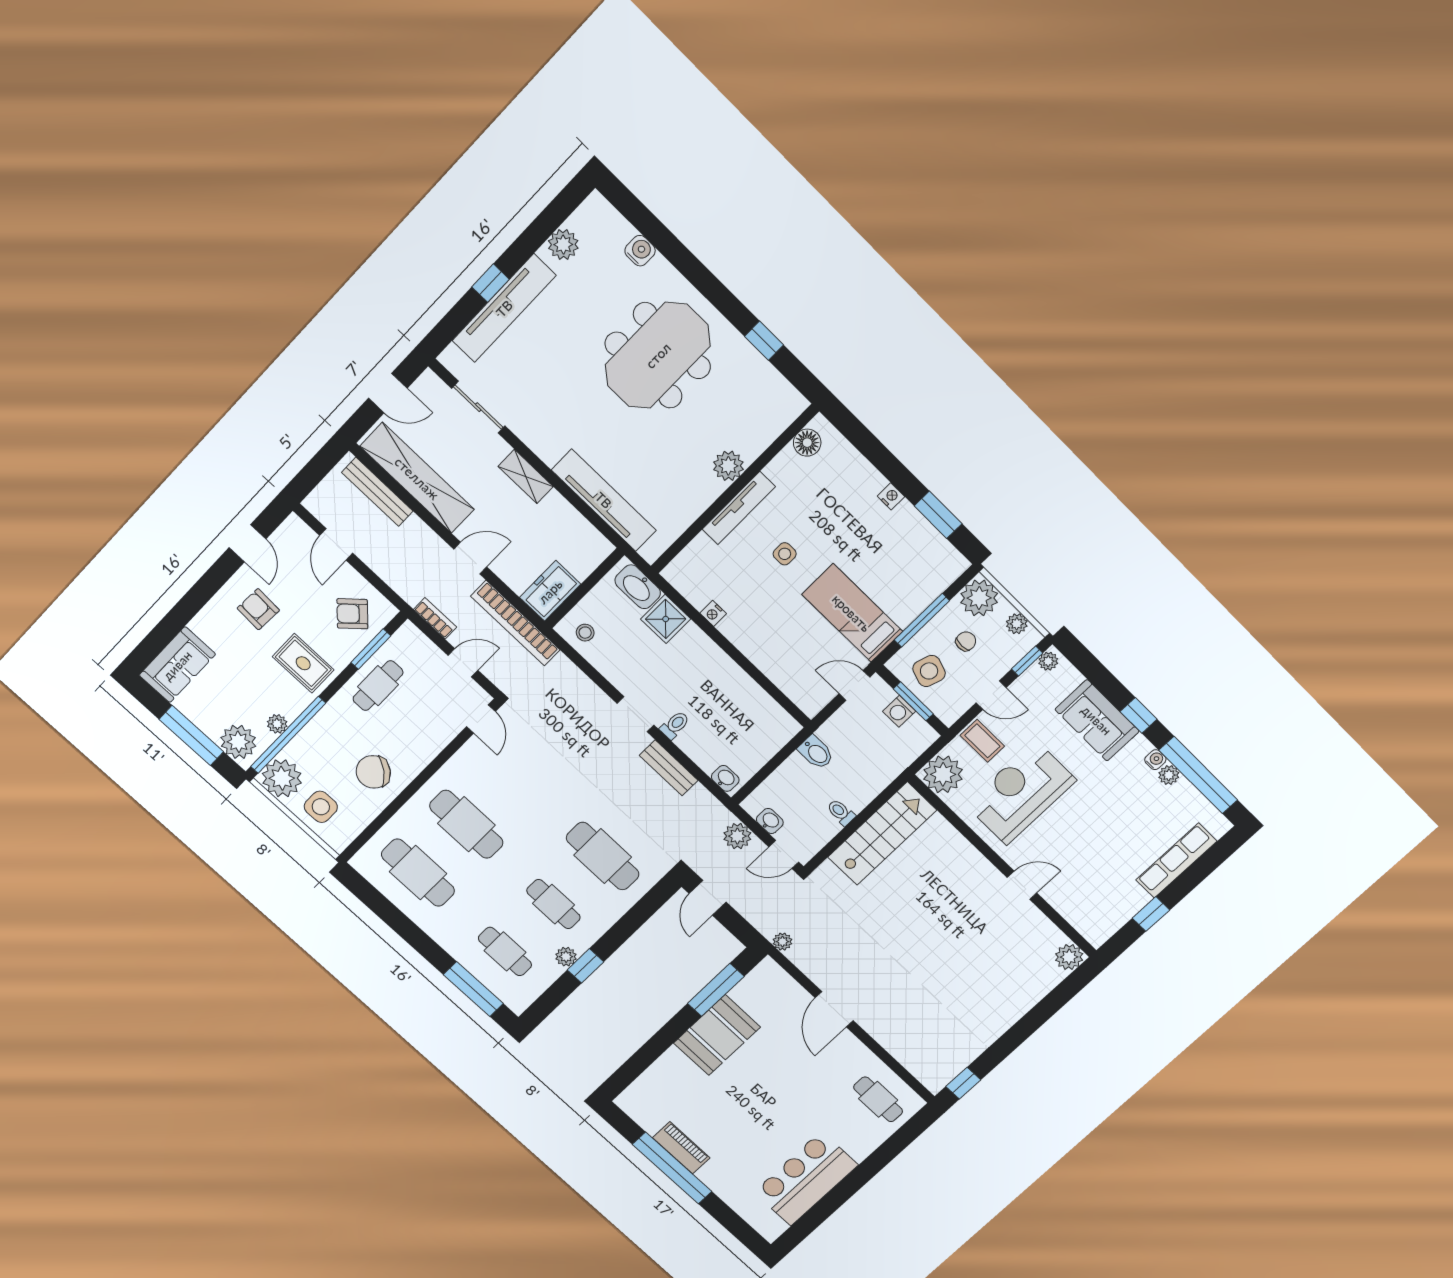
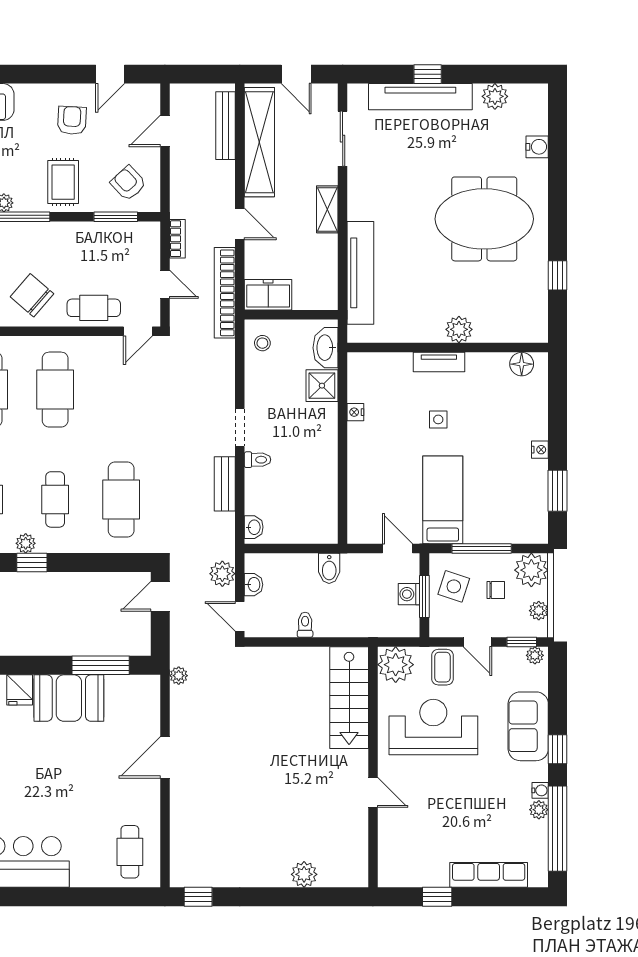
tv unit: (739, 508) -> (439, 362), width x0.71
cafe table: (378, 686) -> (94, 308), moved
stairs: (882, 834) -> (349, 698), moved, turned 90
plant: (1069, 957) -> (304, 874), moved
fridge: (674, 1064) -> (20, 690), added

